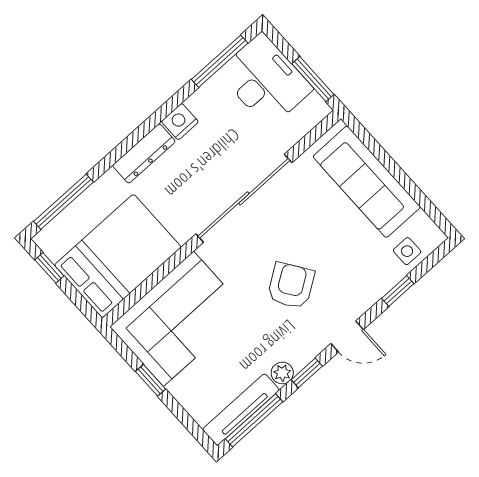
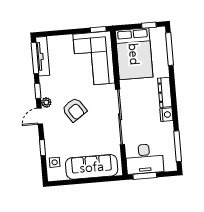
desk: (265, 80) -> (144, 159), moved
plant: (282, 373) -> (46, 102), moved
window: (151, 380) -> (98, 29), moved

